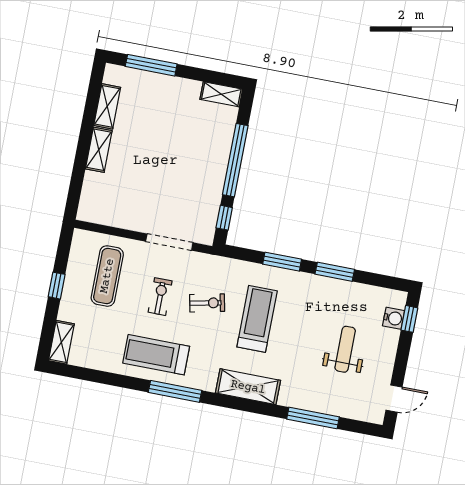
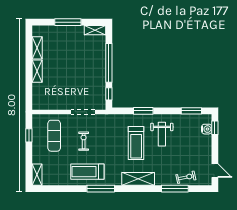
window: (151, 65) -> (68, 22), moved
window: (335, 272) -> (191, 111), moved
window: (57, 286) -> (29, 135), moved
exercise bike: (207, 303) -> (186, 177), moved
treadmill: (257, 319) -> (136, 143), turned 180
weight bench: (345, 349) -> (162, 134), moved, turned 180
door: (394, 399) -> (215, 171), hinge flipped

